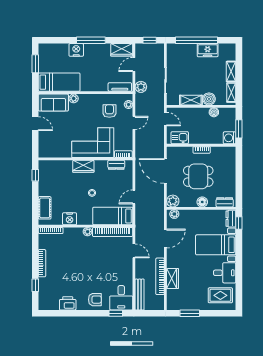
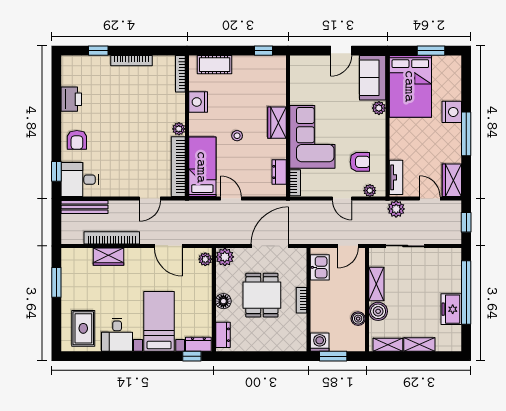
bed: (59, 82) -> (410, 86), width x1.50

